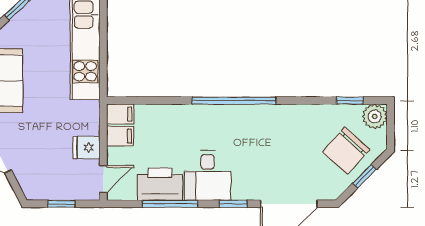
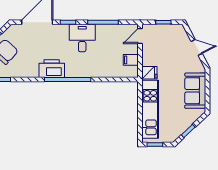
filing cabinet: (120, 114) -> (131, 72), removed
fridge: (86, 148) -> (149, 73), moved
printer: (160, 184) -> (52, 69), moved, turned 180

